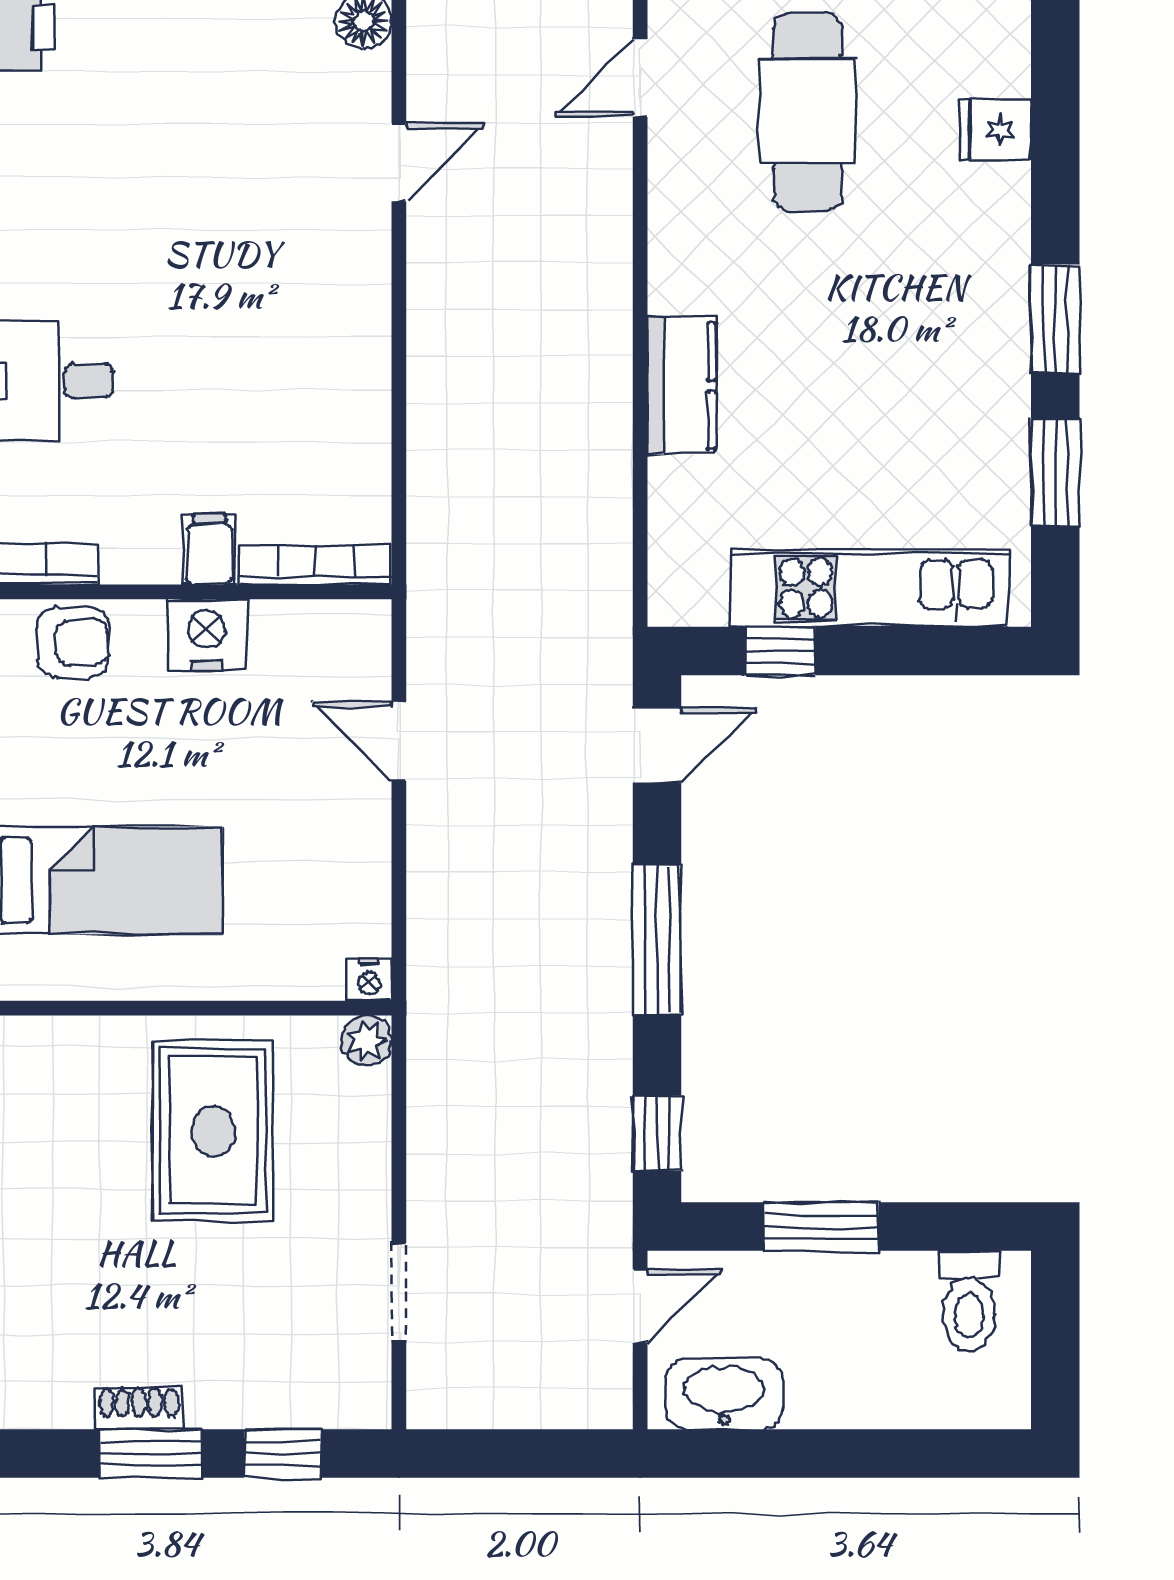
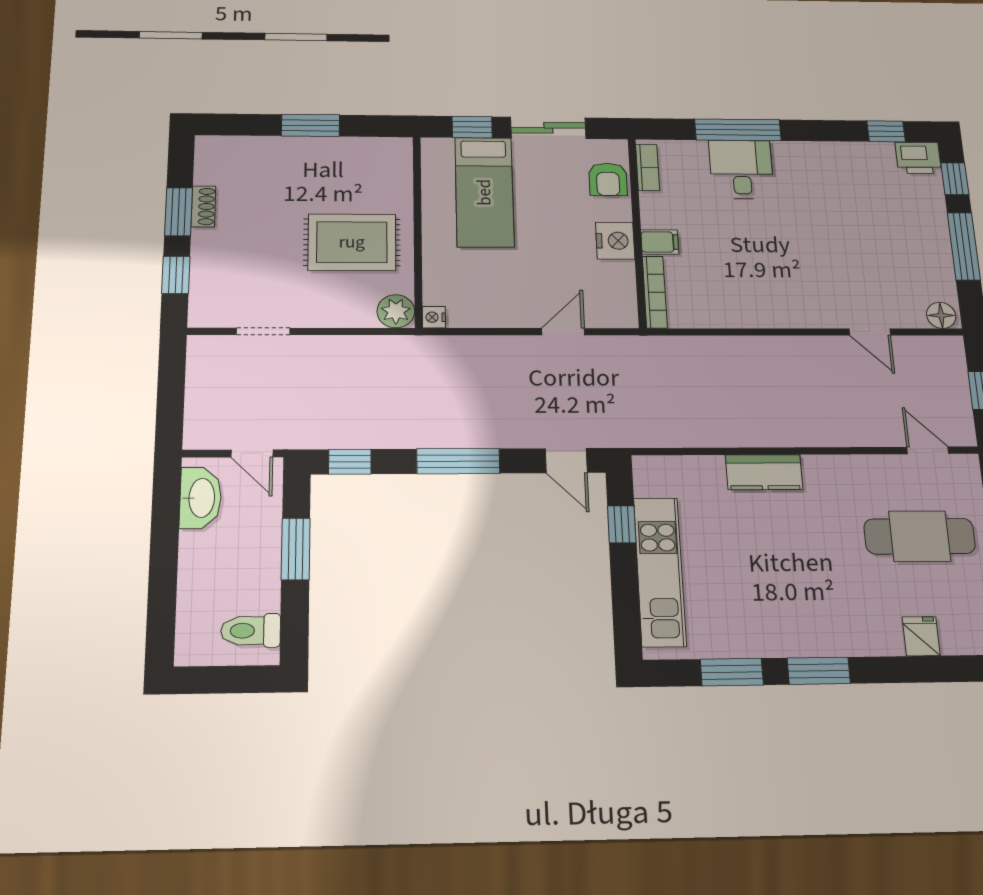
plant: (367, 1040) -> (396, 311), width x1.38, depth x1.38

